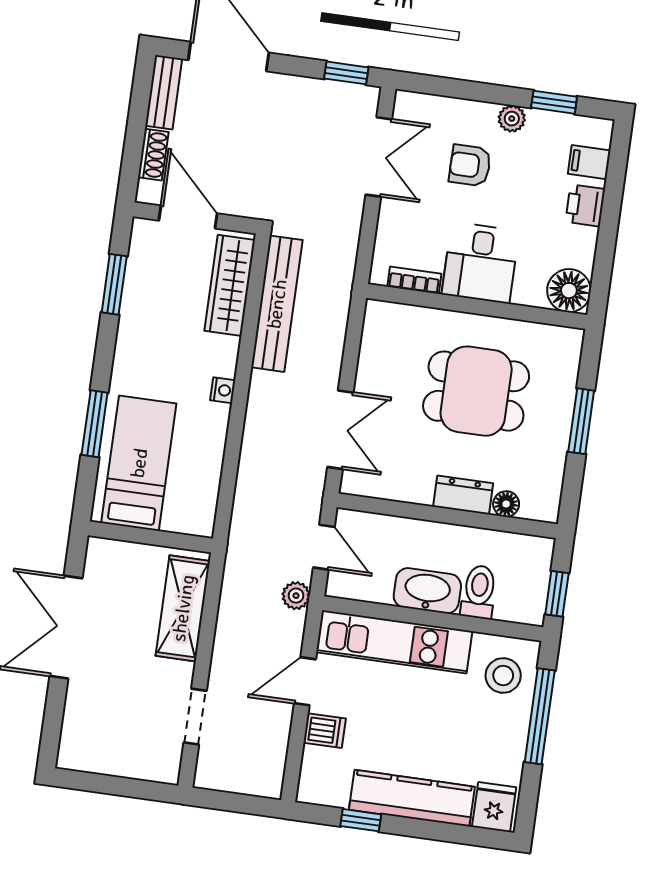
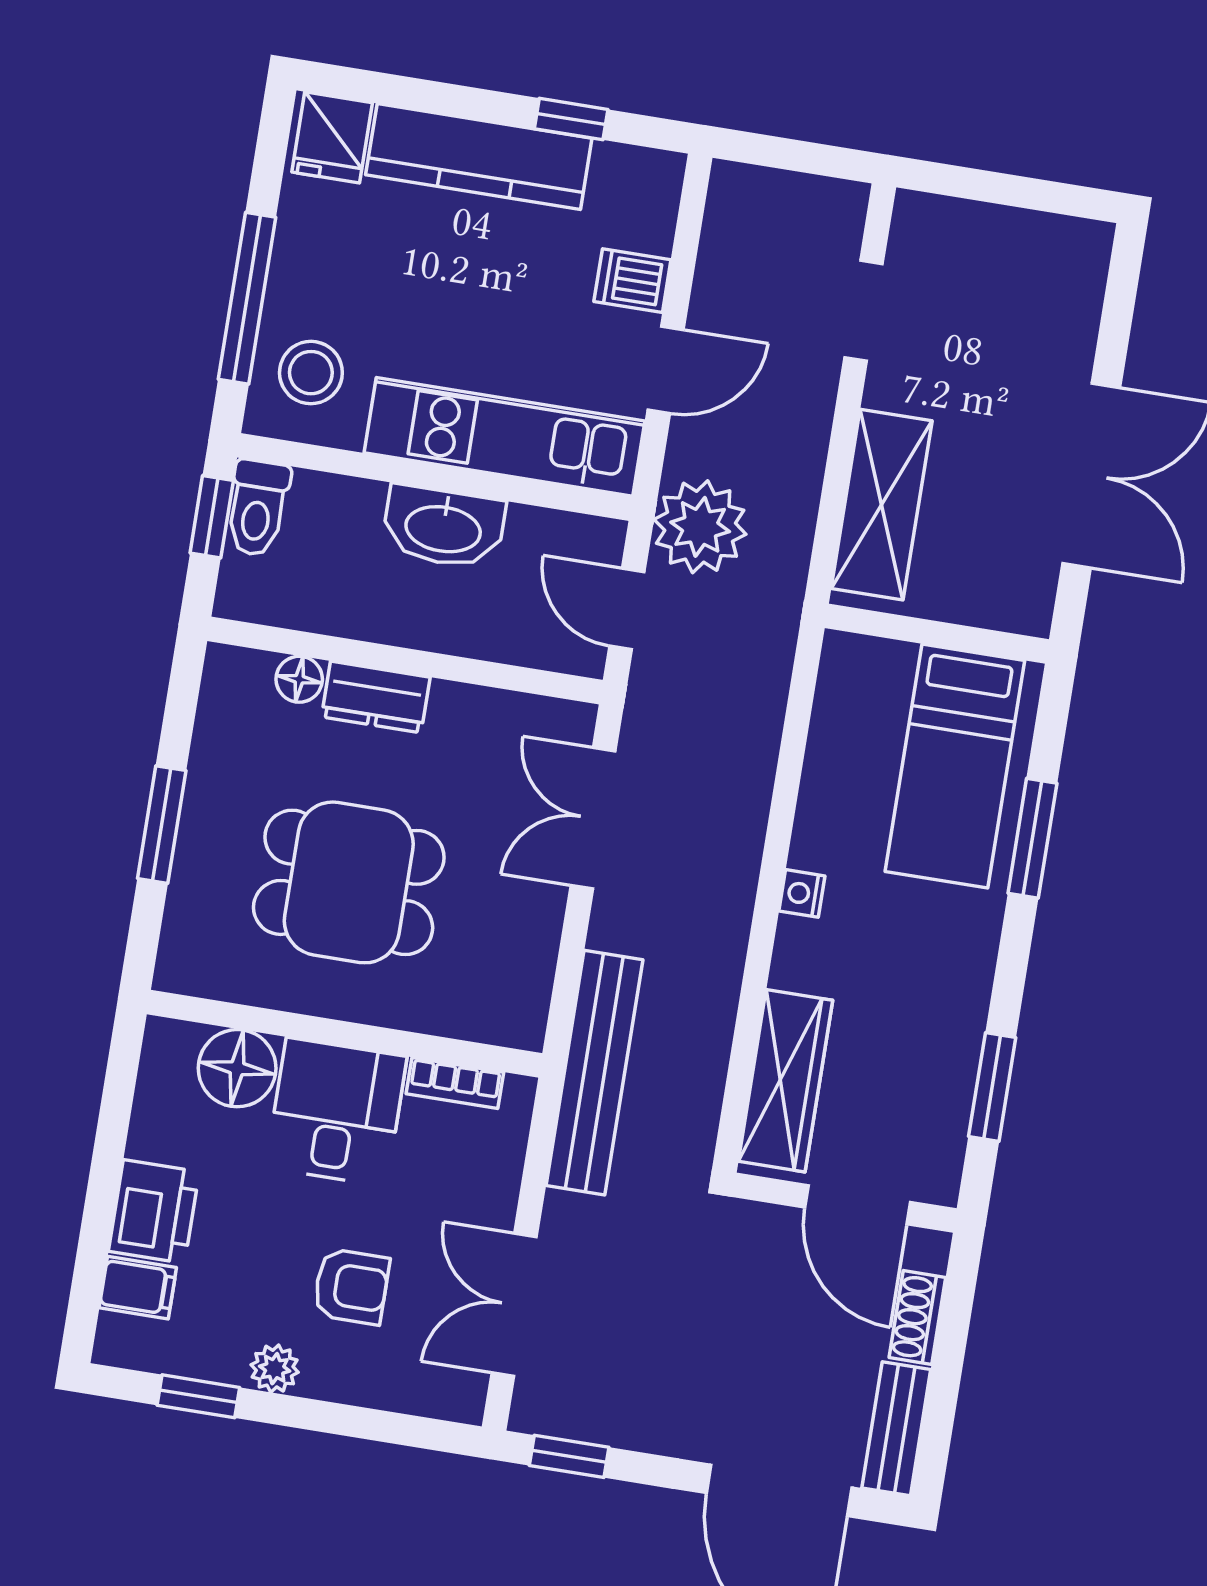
printer: (585, 205) -> (154, 1212), width x1.36, depth x1.24
floor lamp: (569, 291) -> (237, 1068), moved
bench: (277, 304) -> (594, 1073), moved
toilet: (479, 592) -> (257, 508), moved
plant: (296, 596) -> (700, 527), width x1.88, depth x1.88

